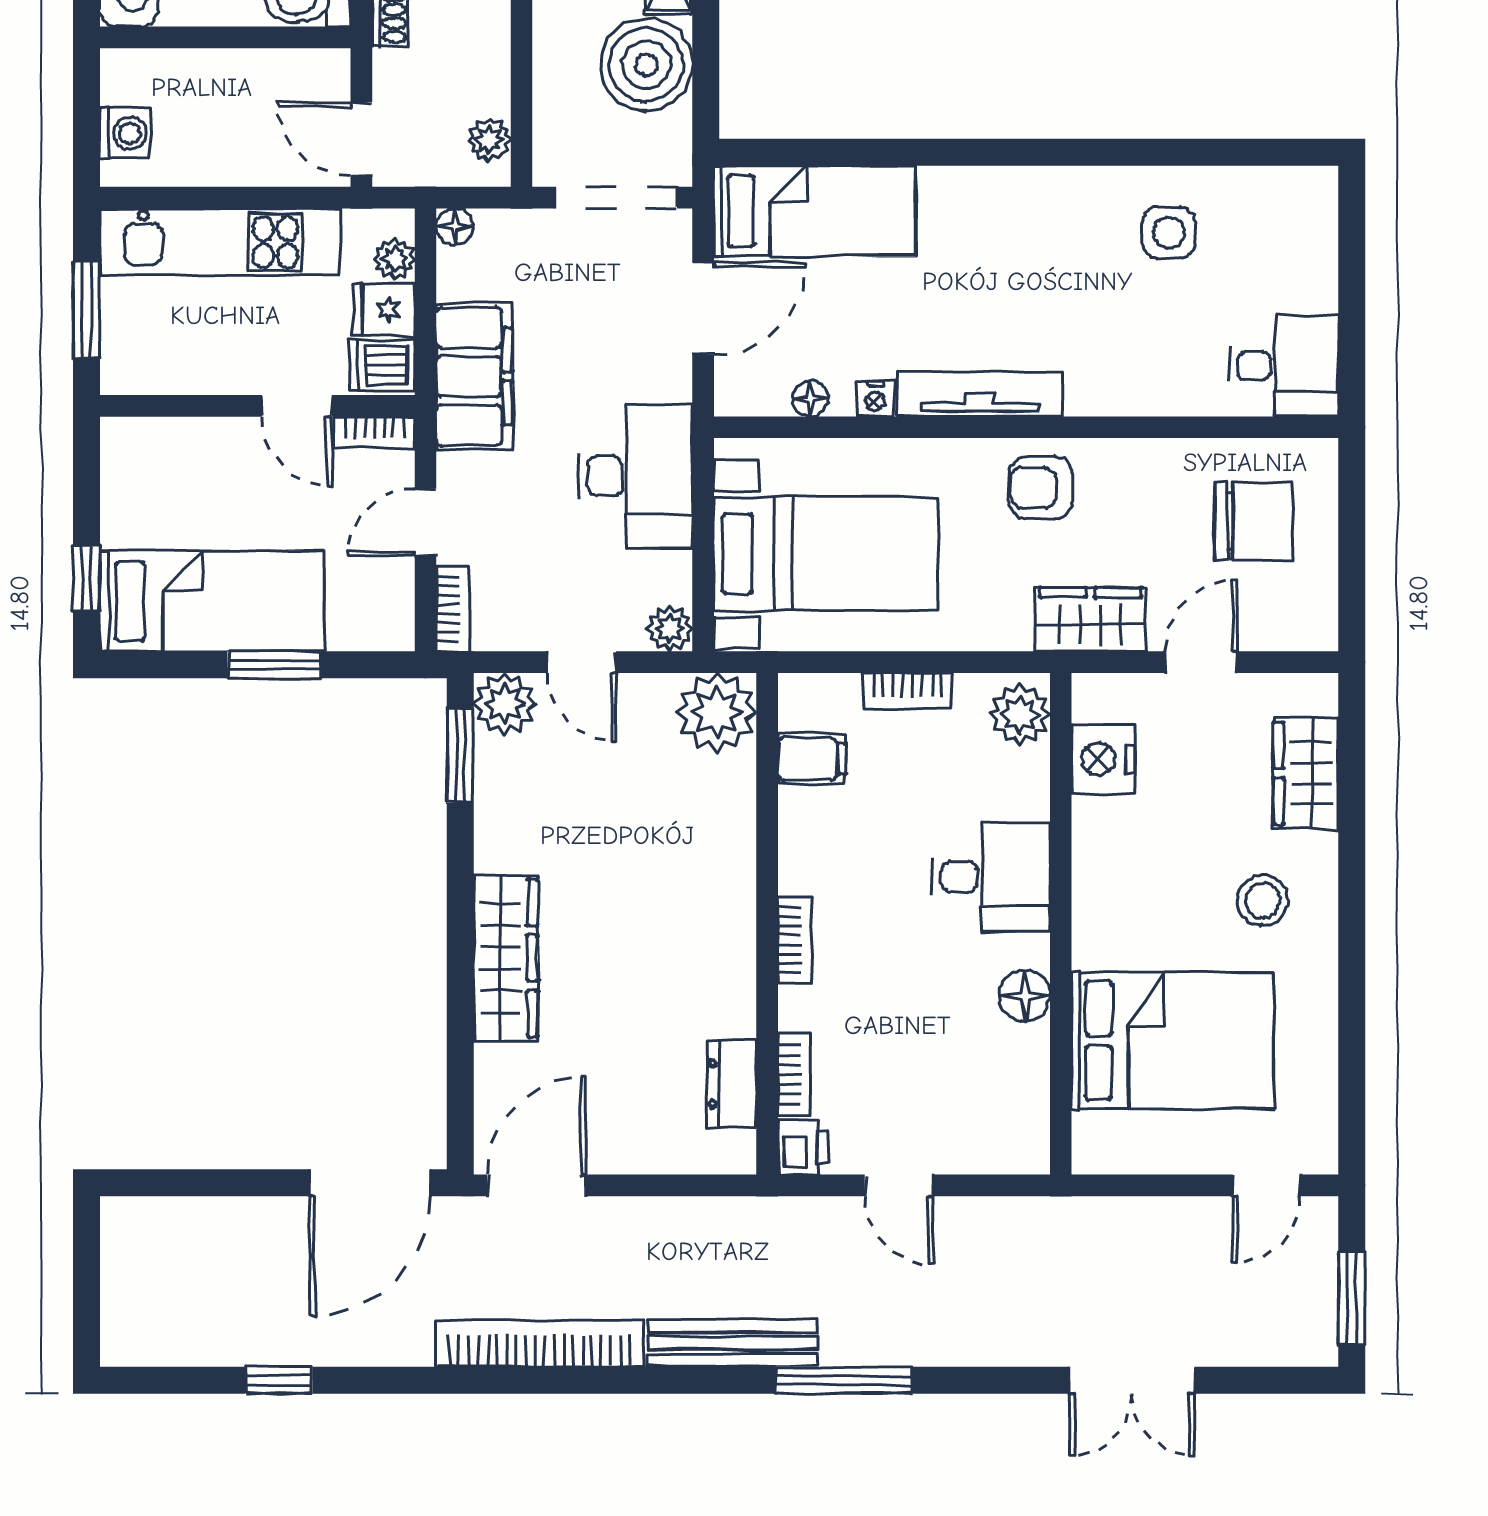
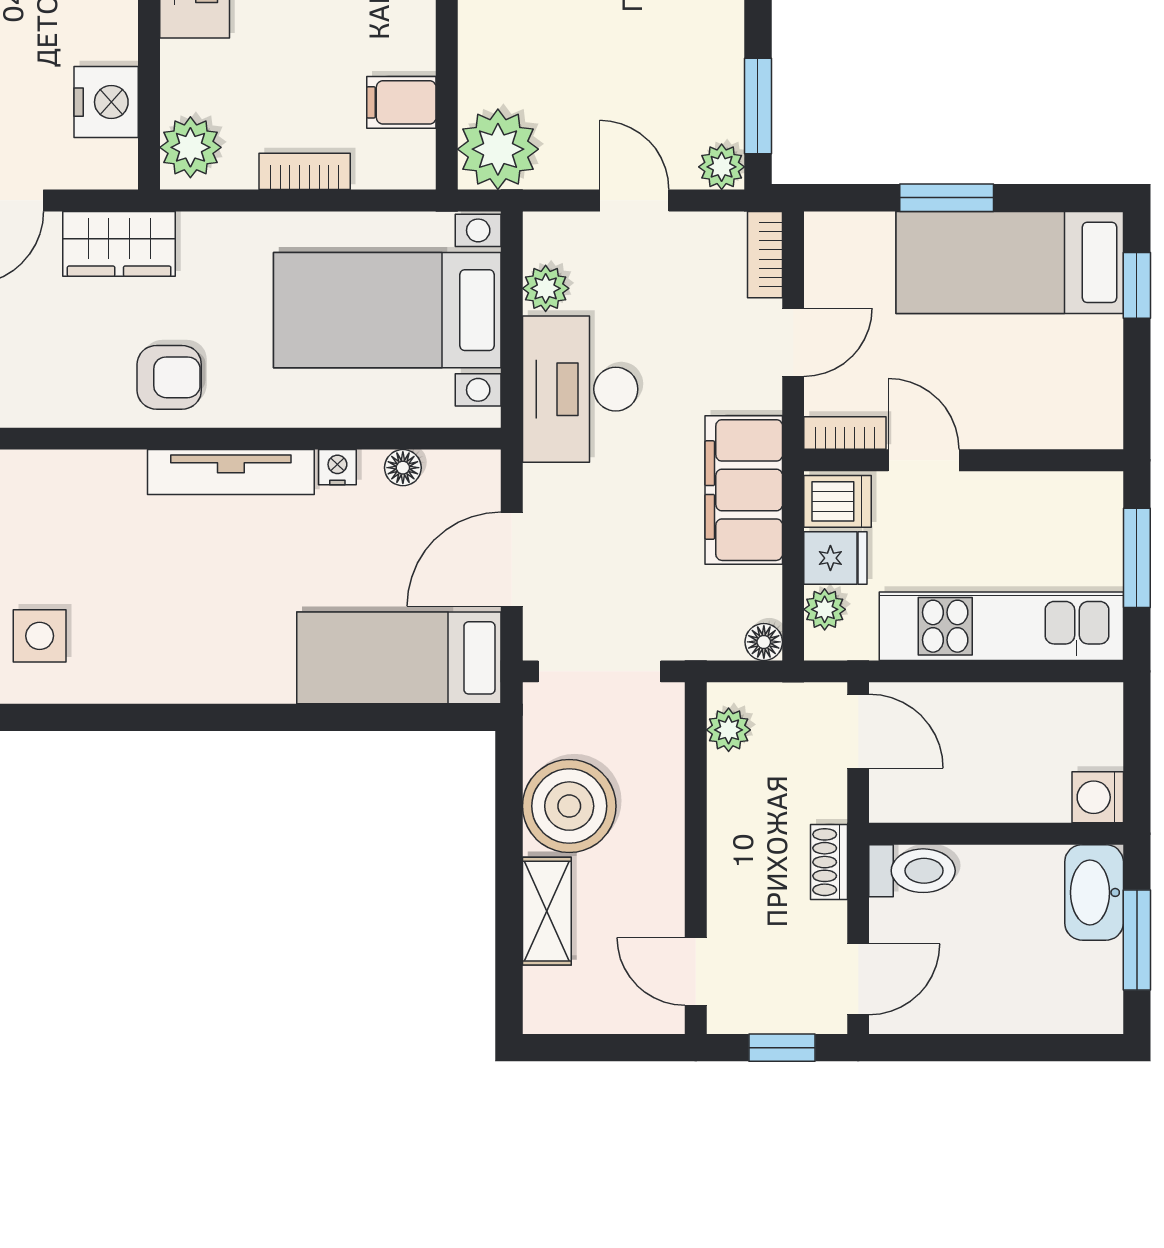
washing machine: (125, 133) -> (1098, 797), moved
plant: (670, 629) -> (546, 288), moved
plant: (505, 704) -> (722, 167), width x0.73, depth x0.73

